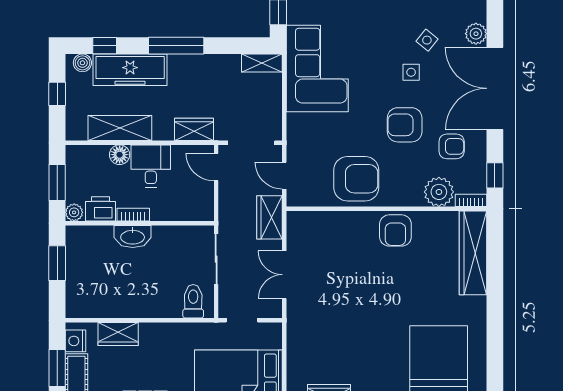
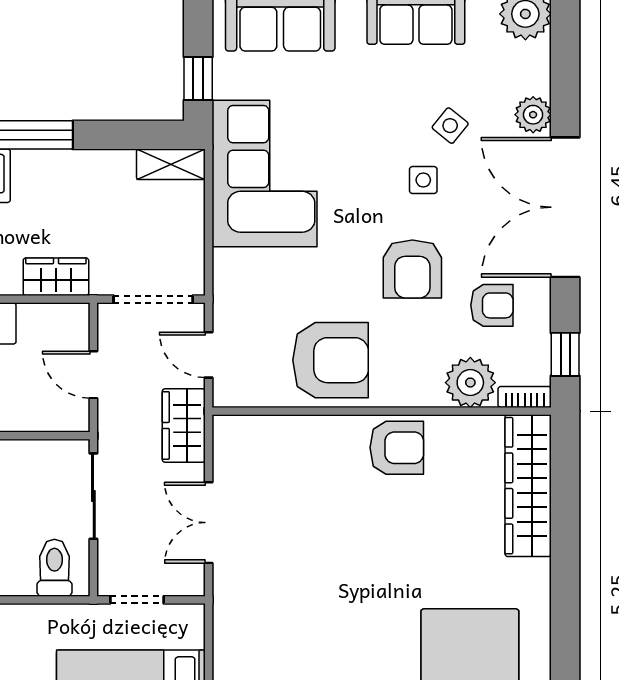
armchair: (405, 125) -> (412, 269), turned -90
door: (216, 167) -> (93, 375), moved
armchair: (395, 230) -> (397, 448), turned -90

